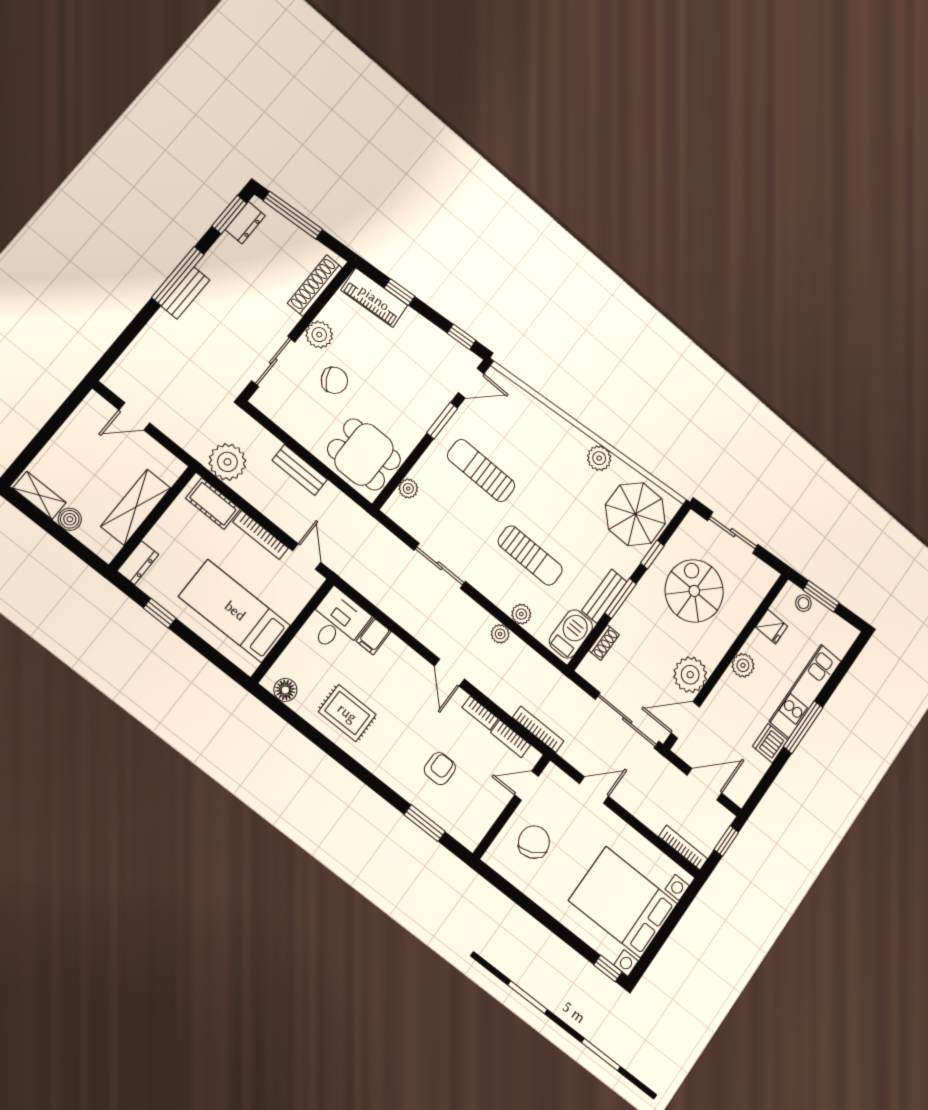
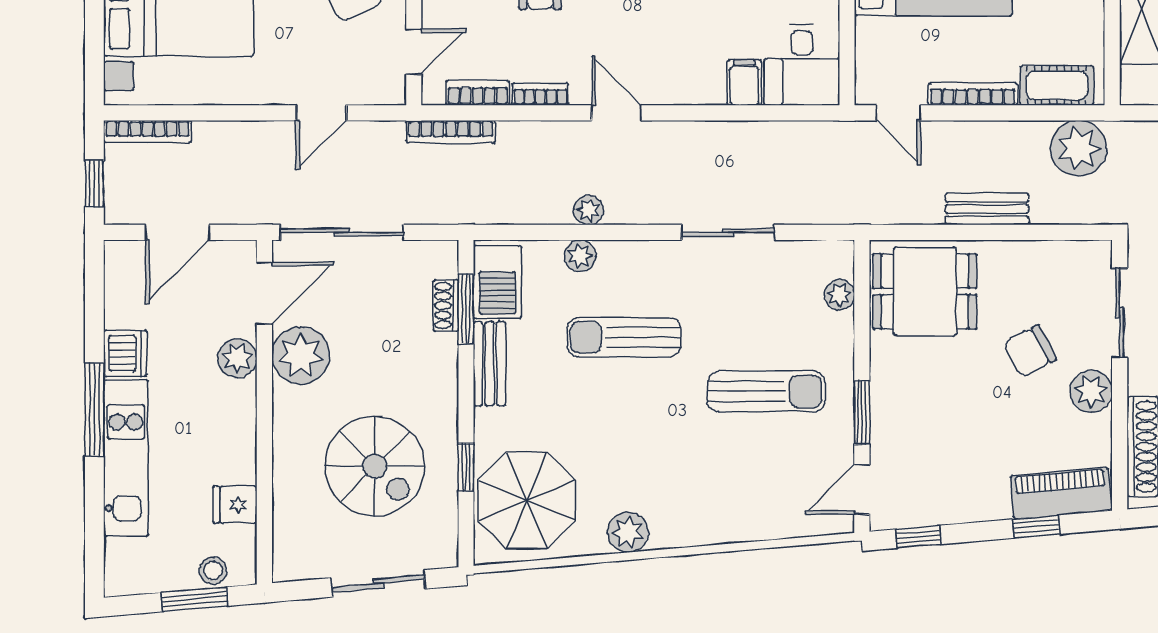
window: (621, 598) -> (466, 309), moved
plant: (743, 665) -> (237, 358), moved

